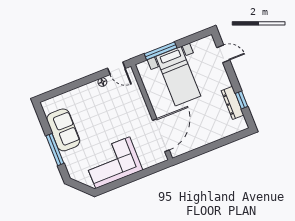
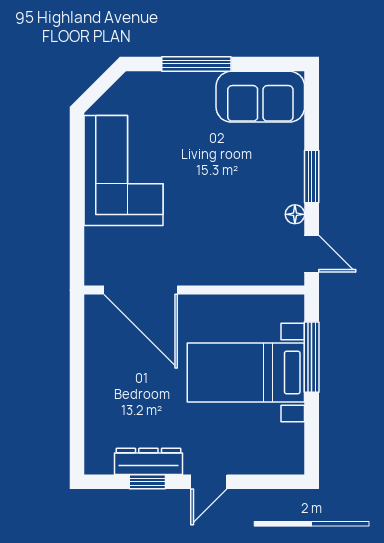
door: (223, 54) -> (209, 482), moved
door: (116, 68) -> (312, 254), swing flipped
window: (83, 81) -> (312, 177), added
sofa: (63, 130) -> (260, 97), moved

